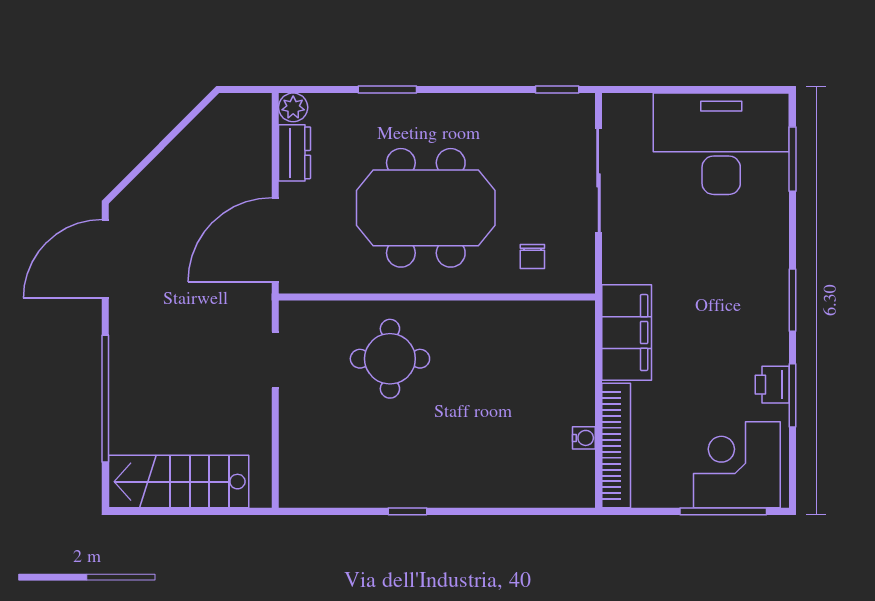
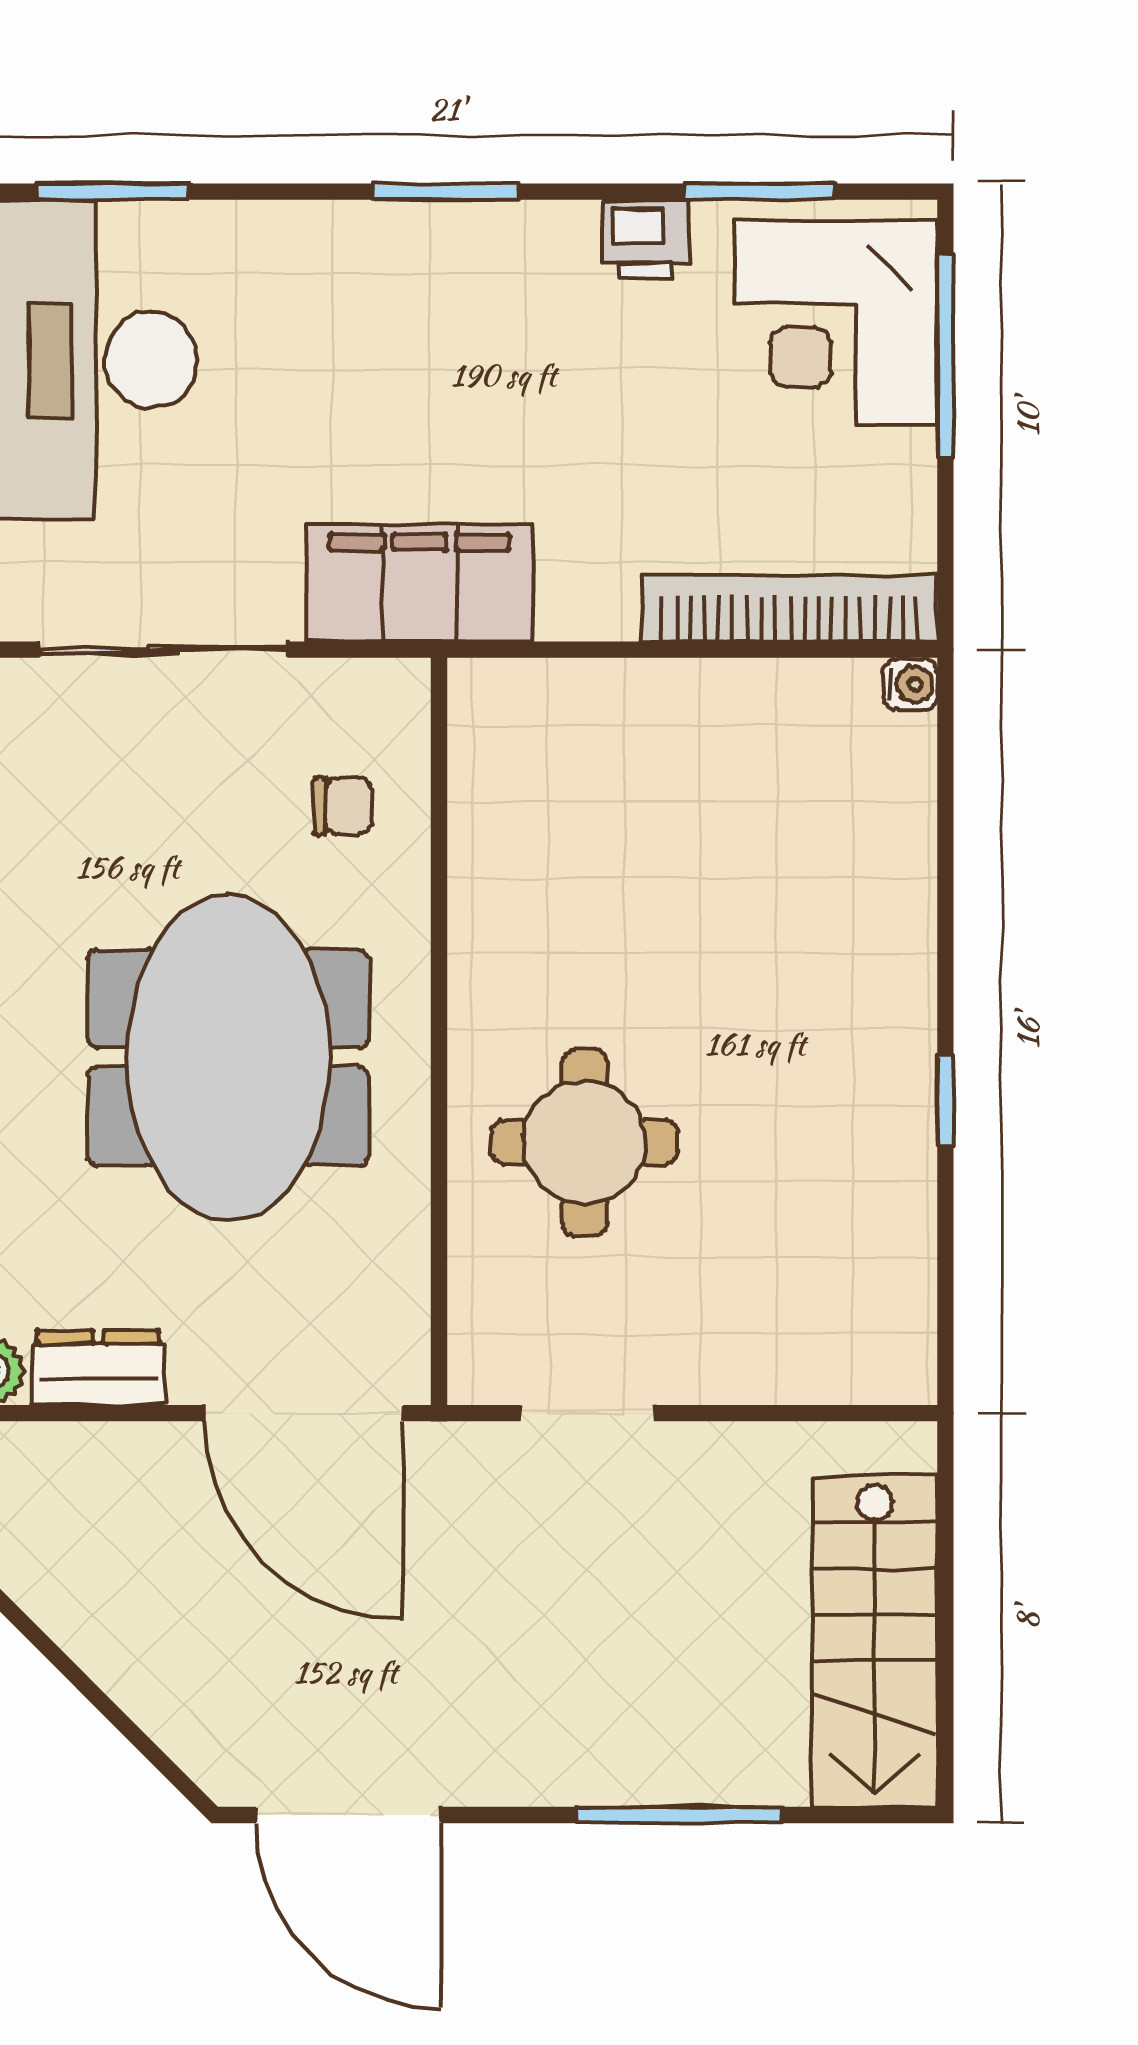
filing cabinet: (627, 333) -> (420, 583), moved
window: (792, 395) -> (759, 192), moved
window: (105, 399) -> (679, 1815), width x0.68
water cooler: (584, 438) -> (911, 684), moved, turned 90

